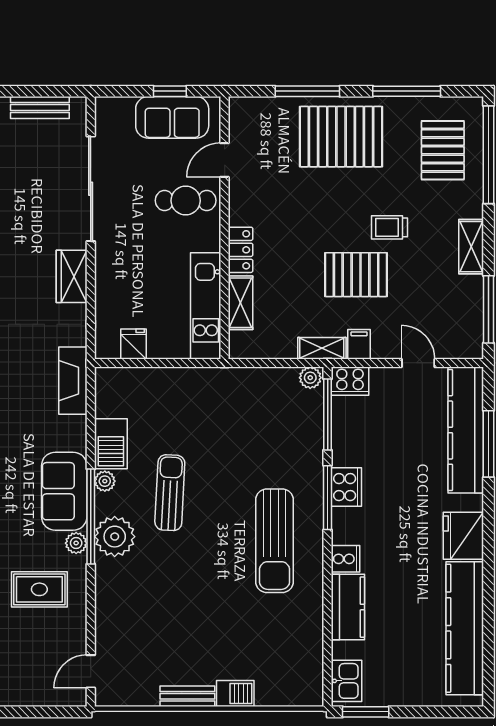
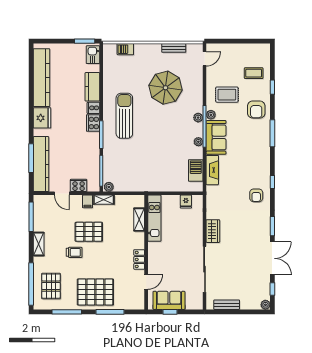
cafe table: (186, 201) -> (163, 264), removed
locker: (241, 250) -> (139, 259), moved
fireplace: (73, 381) -> (212, 170), moved
cooker: (350, 381) -> (79, 185), moved
barbecue: (111, 444) -> (196, 170), moved
cooker: (346, 487) -> (93, 123), moved
sun lounger: (170, 493) -> (170, 137), removed
plant: (115, 537) -> (198, 118), width x0.53, depth x0.53
parasol: (180, 605) -> (165, 88), added
barbecue: (235, 694) -> (125, 49), moved
bench: (187, 696) -> (174, 48), moved

